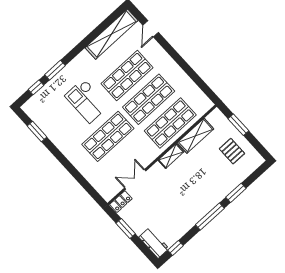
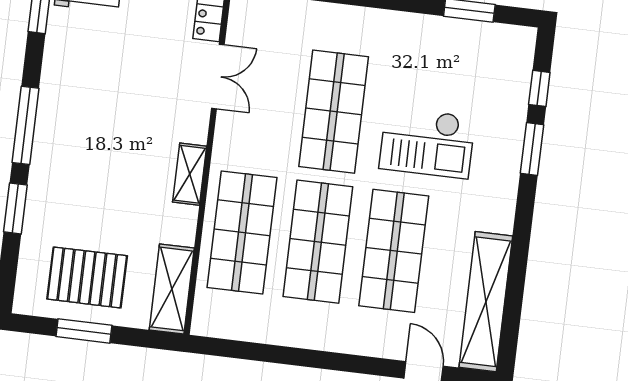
checkout: (87, 101) -> (427, 143), turned 180
window: (238, 125) -> (84, 331), moved
shelving: (196, 136) -> (172, 289), moved
pallet: (232, 151) -> (87, 277), width x1.50, depth x1.42

